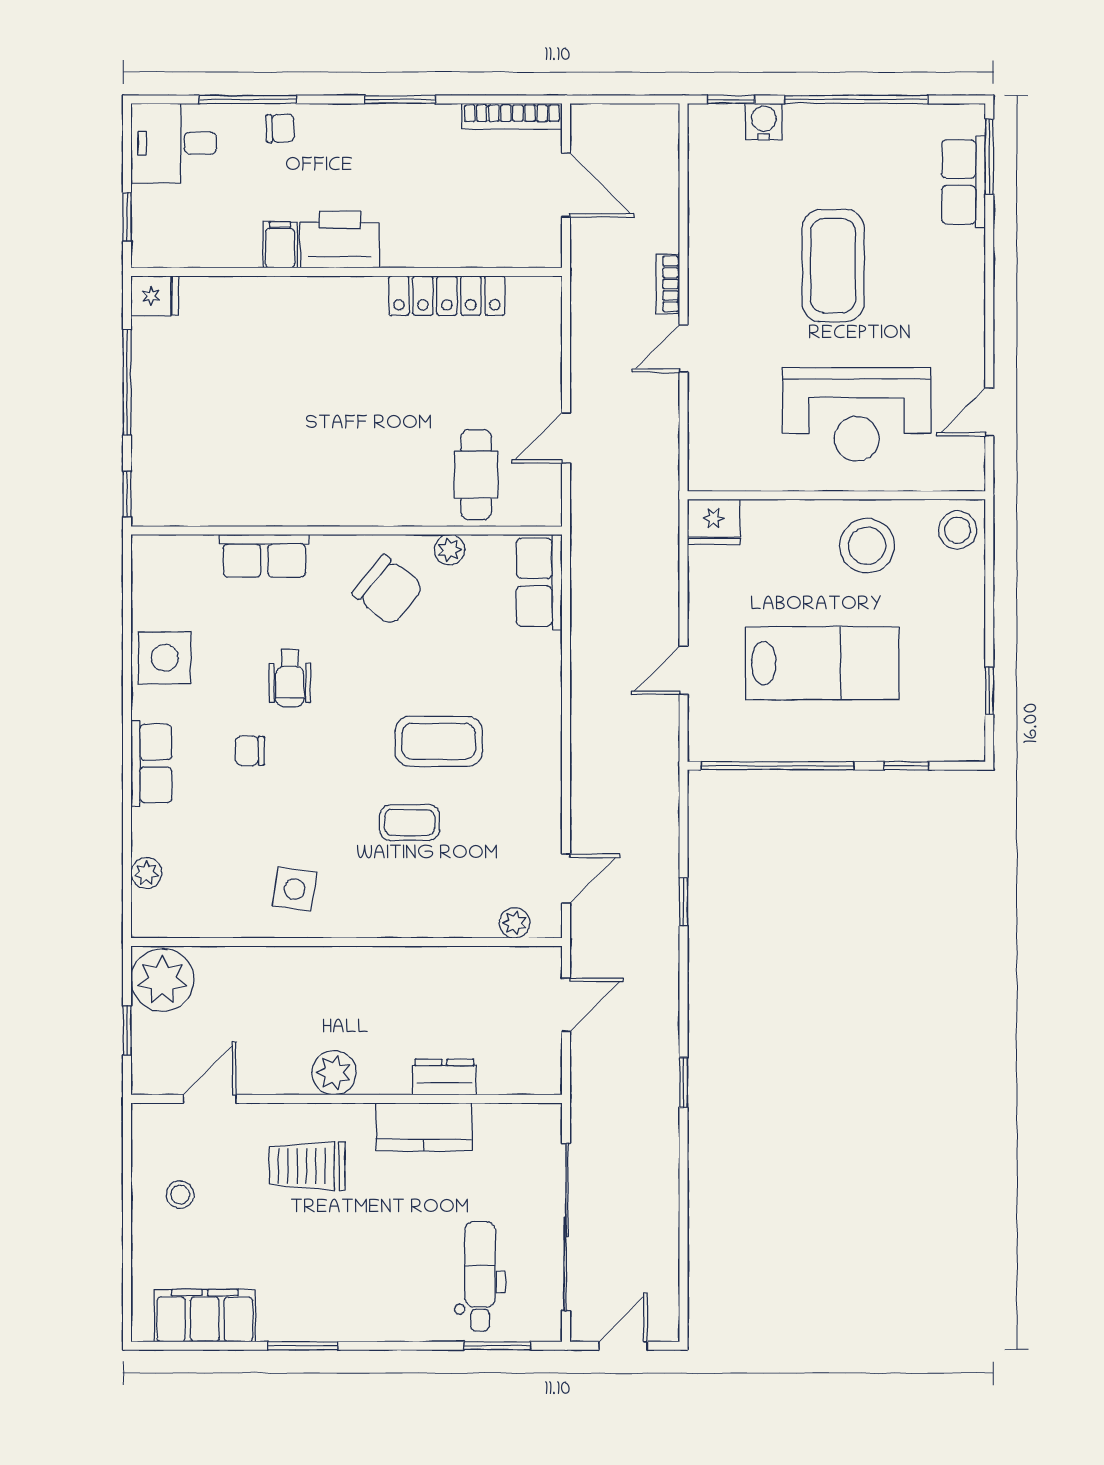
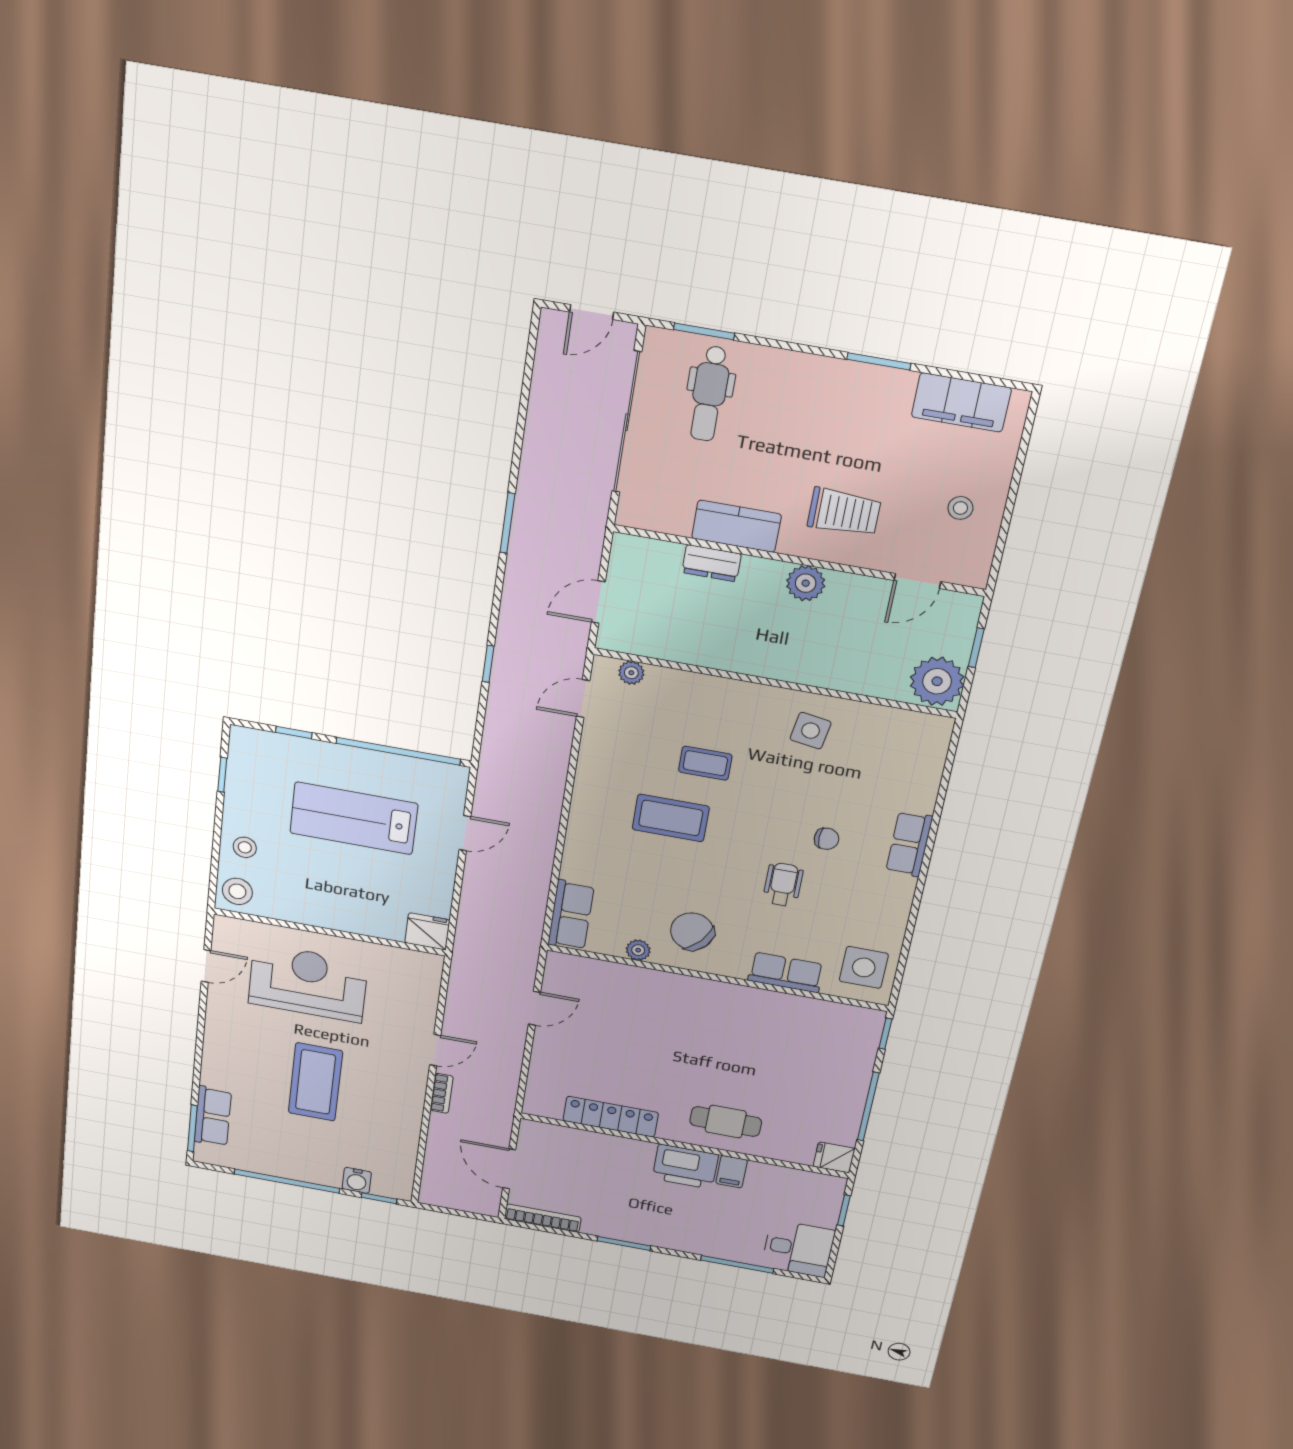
chair: (280, 128) -> (716, 1243), removed
cafe table: (476, 475) -> (726, 1122), moved, turned 90
stool: (867, 546) -> (245, 847), moved, width x0.53, depth x0.53
side table: (165, 658) -> (864, 967), moved
plant: (146, 873) -> (932, 765), removed
window: (684, 1083) -> (507, 523), width x1.50

